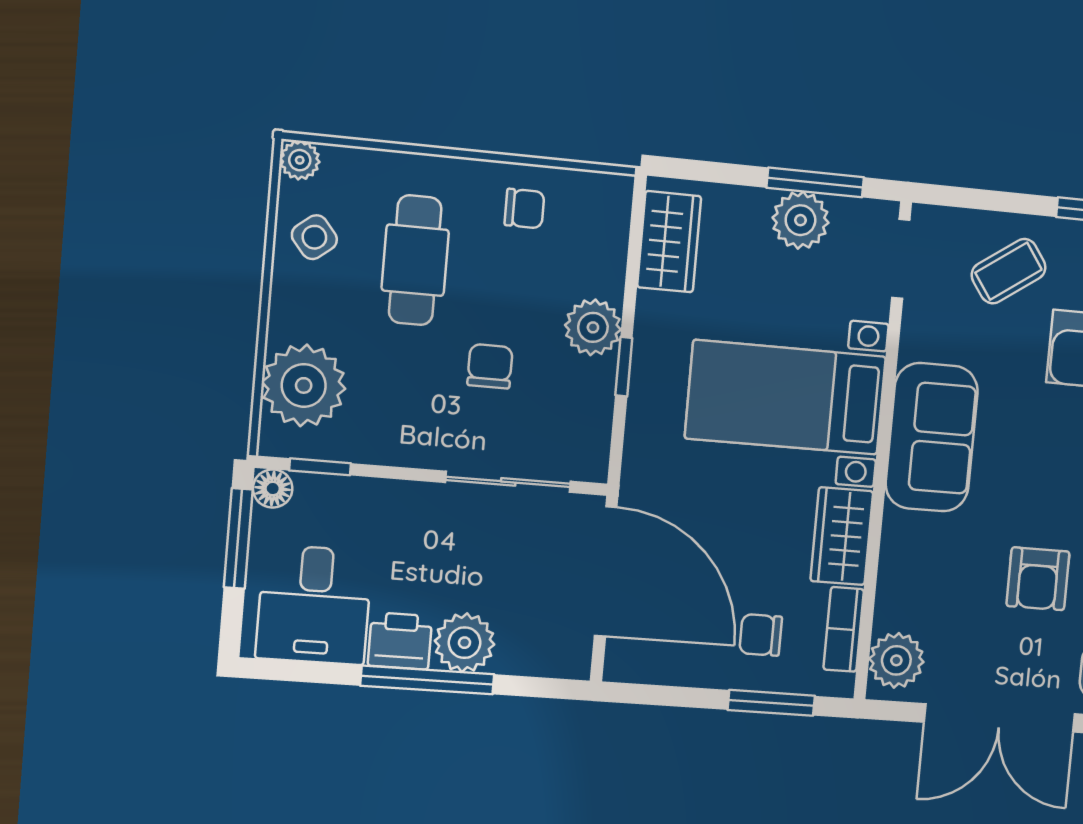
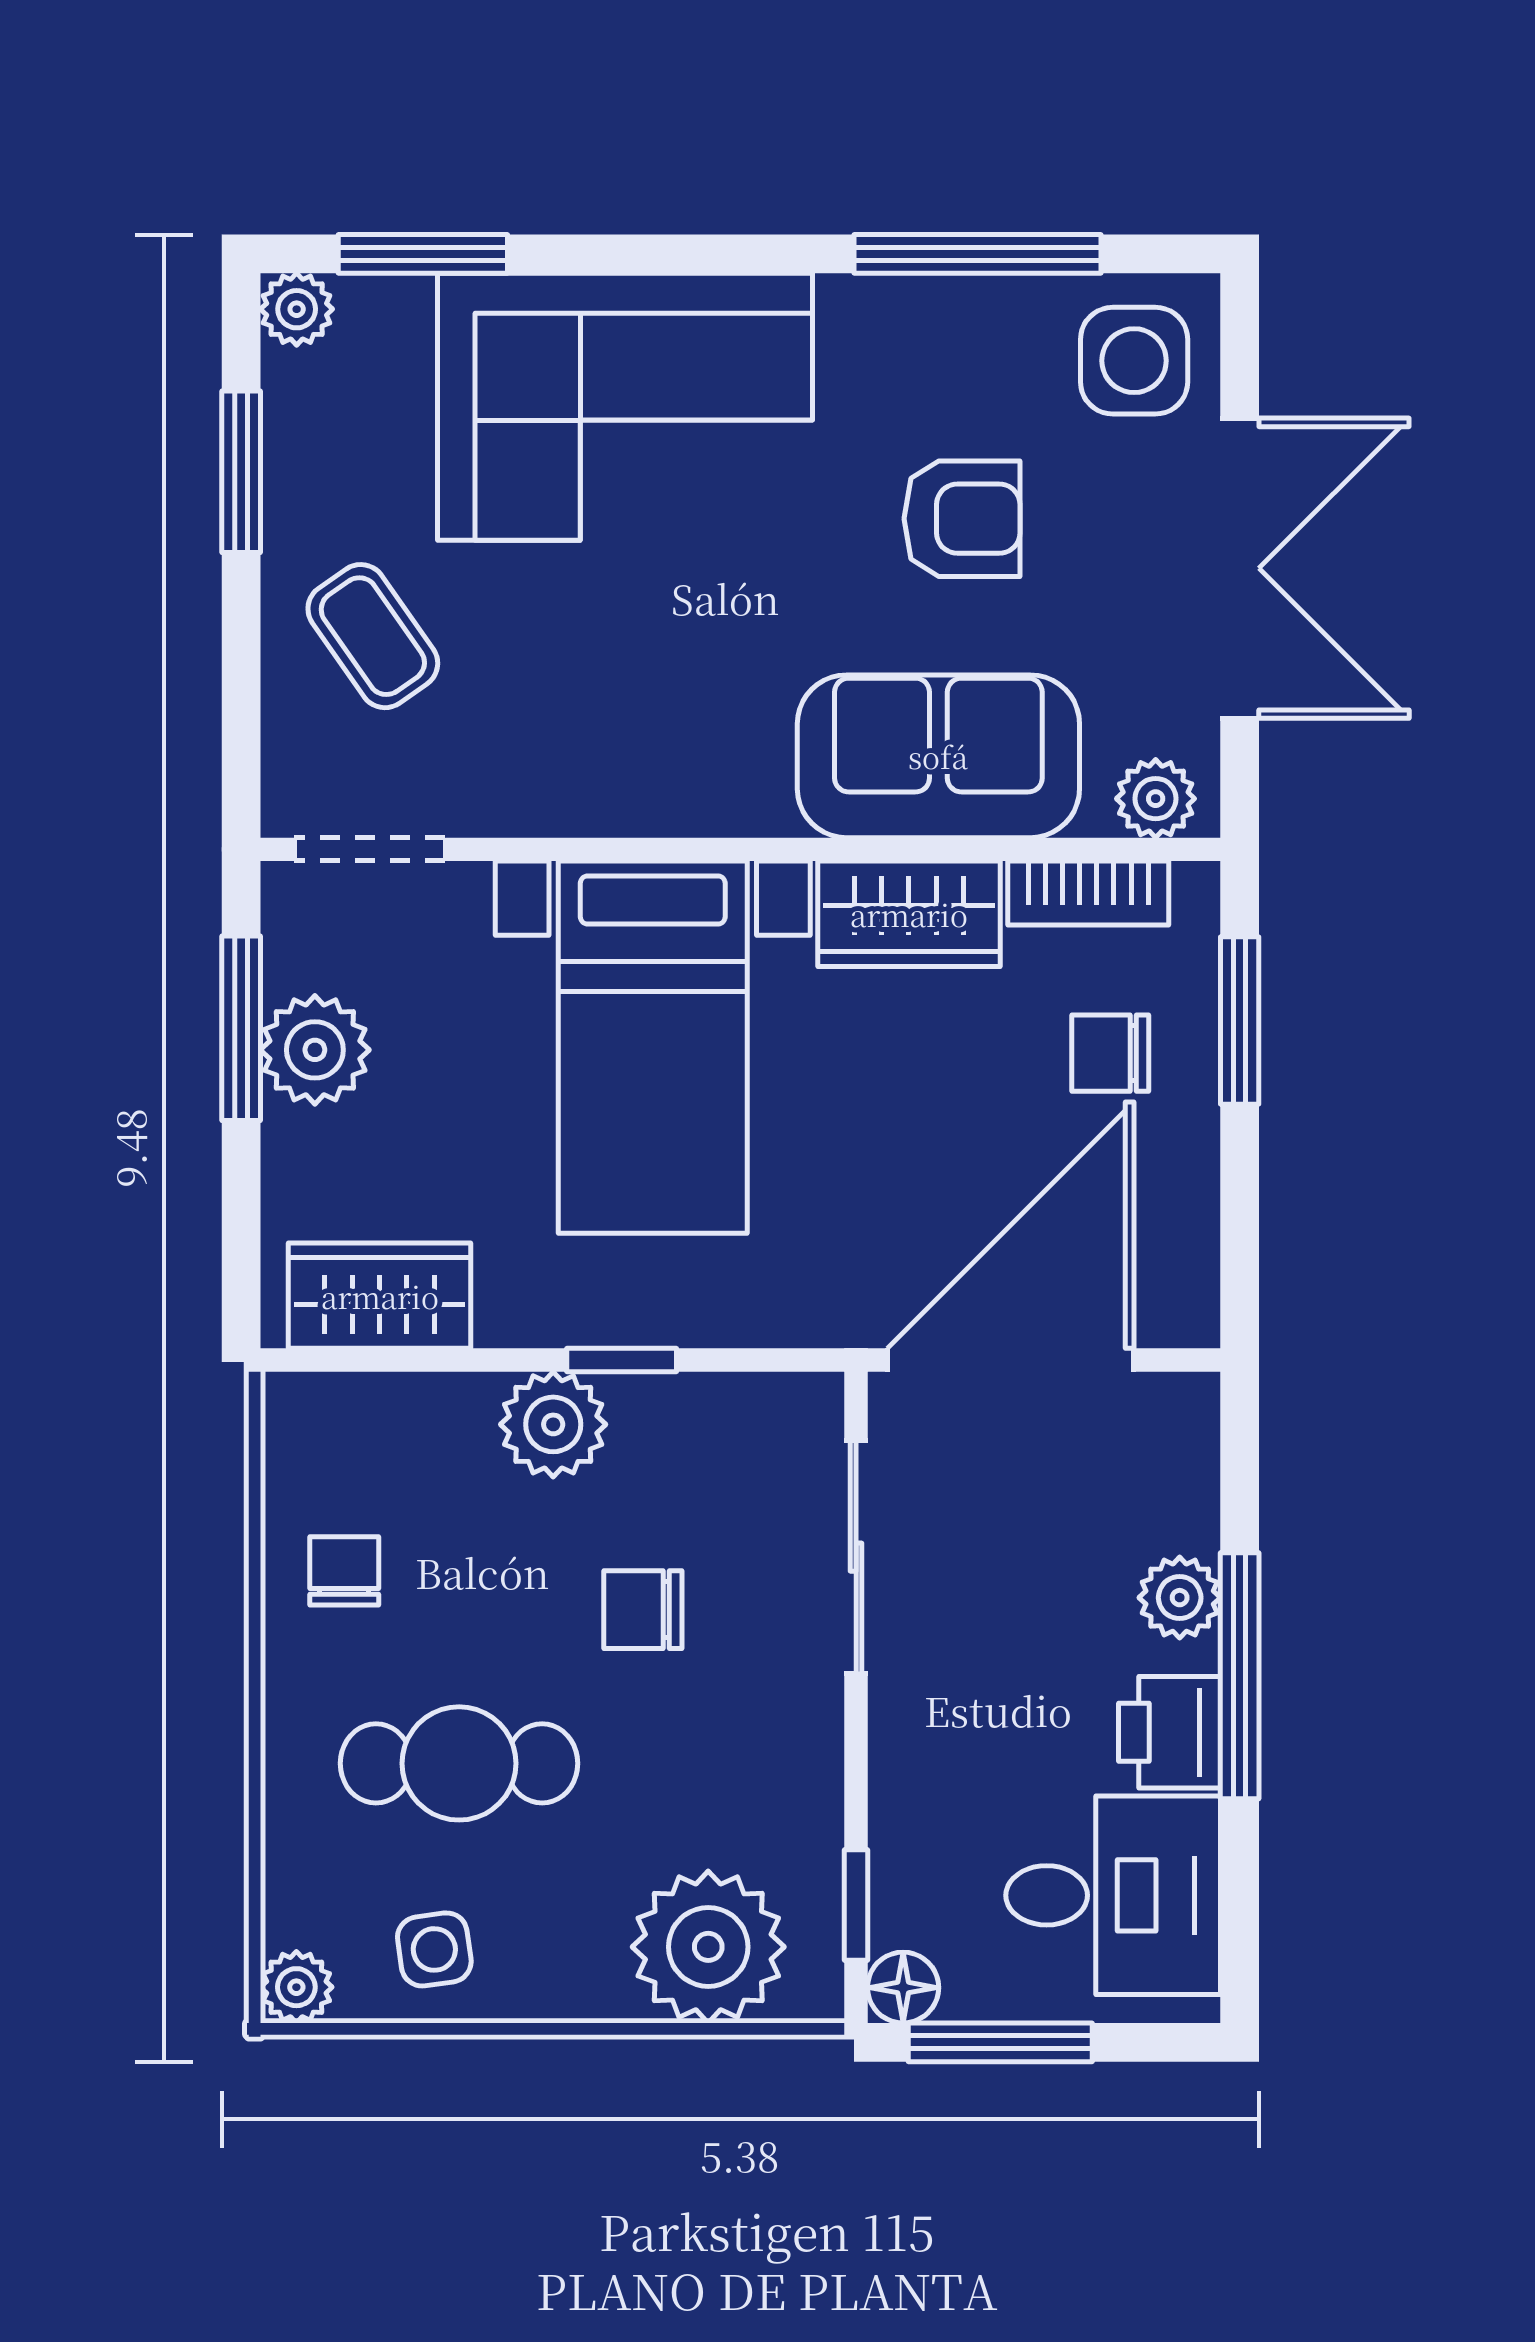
side table: (314, 237) -> (434, 1949), turned 31
sofa: (932, 437) -> (938, 756), moved
chair: (761, 635) -> (1110, 1053), turned 90
plant: (465, 643) -> (1180, 1598), width x0.73, depth x0.73
plant: (896, 660) -> (1156, 799), width x0.73, depth x0.73

